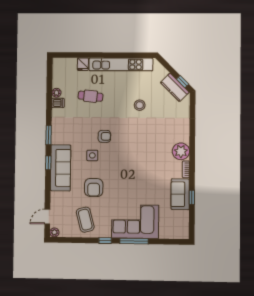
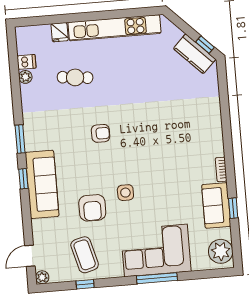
dishwasher: (58, 103) -> (27, 62), moved
stool: (140, 105) -> (147, 84), removed
plant: (181, 151) -> (221, 251), moved
side table: (92, 155) -> (125, 193), moved
window: (105, 241) -> (85, 284), moved

